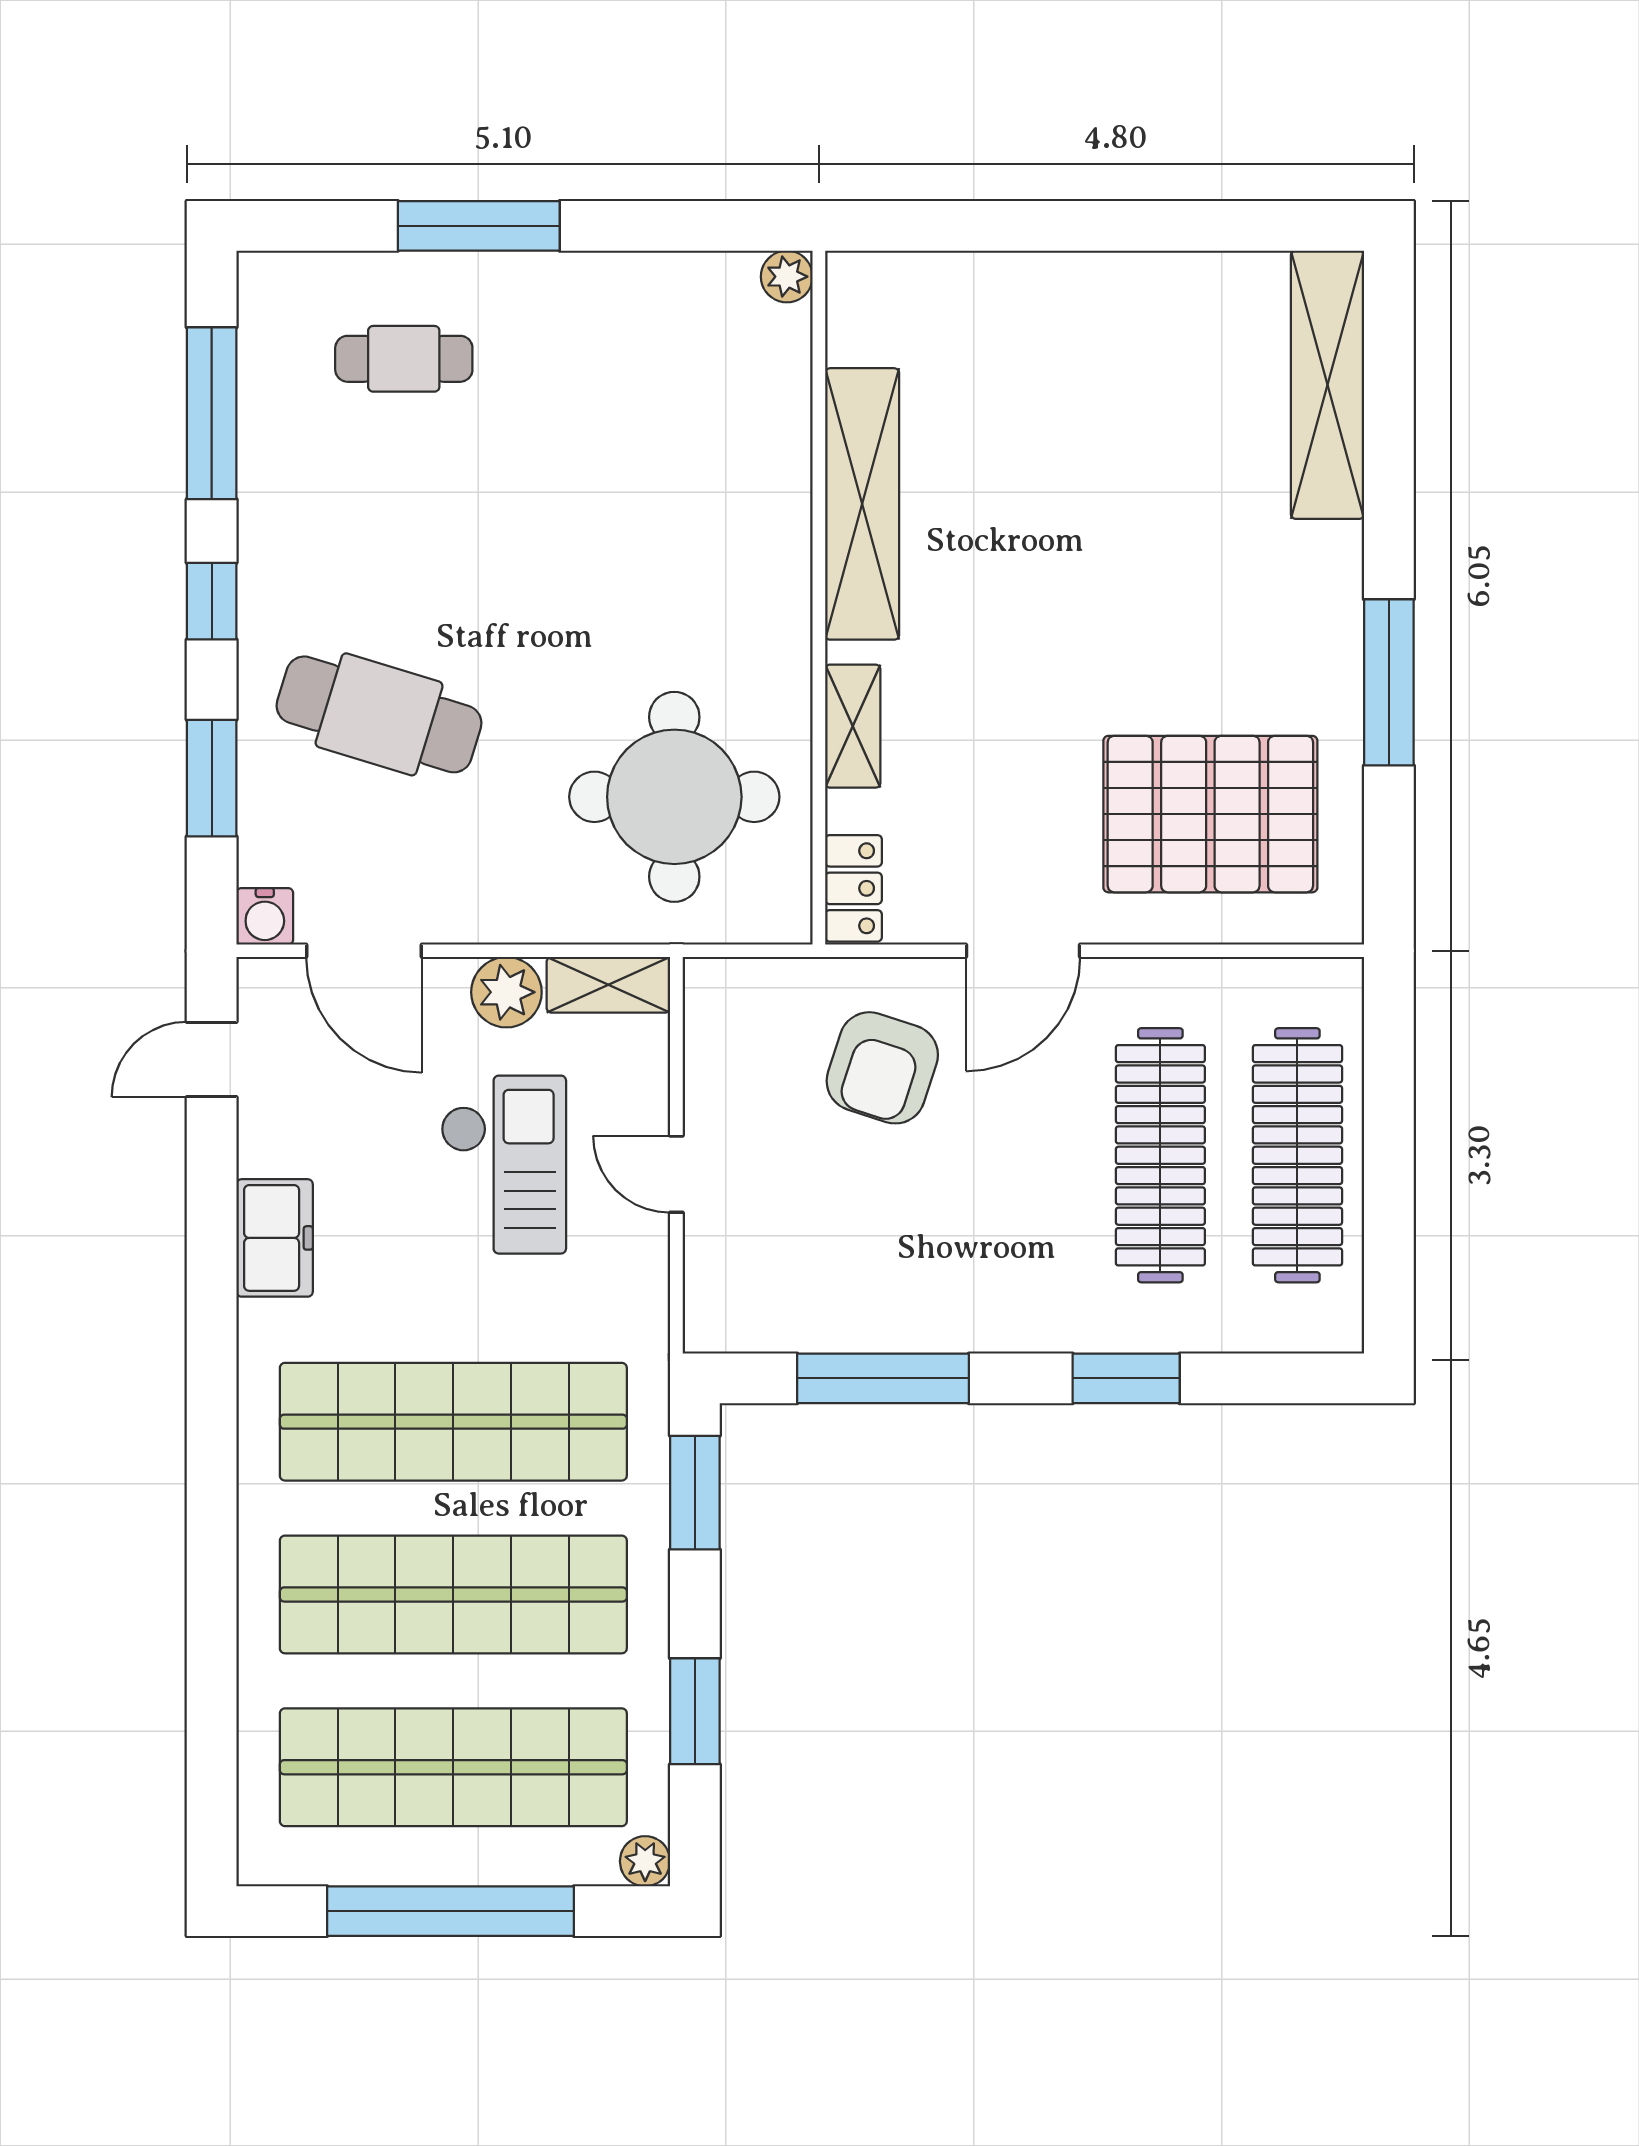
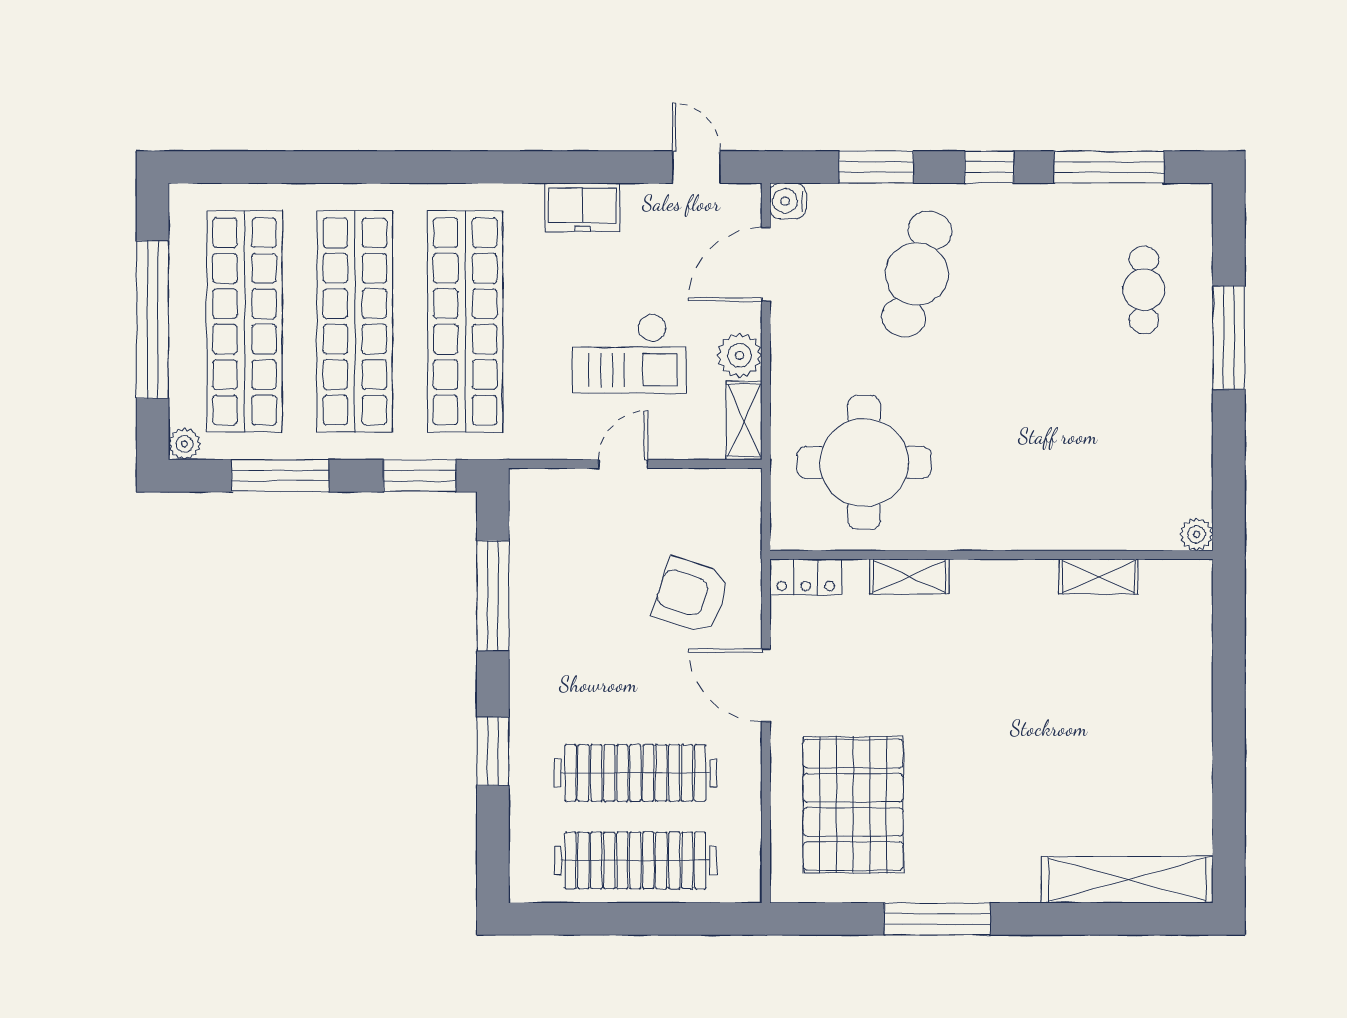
shelving: (862, 504) -> (1098, 577), width x0.45, depth x0.75
window: (695, 1711) -> (280, 476), width x1.44

